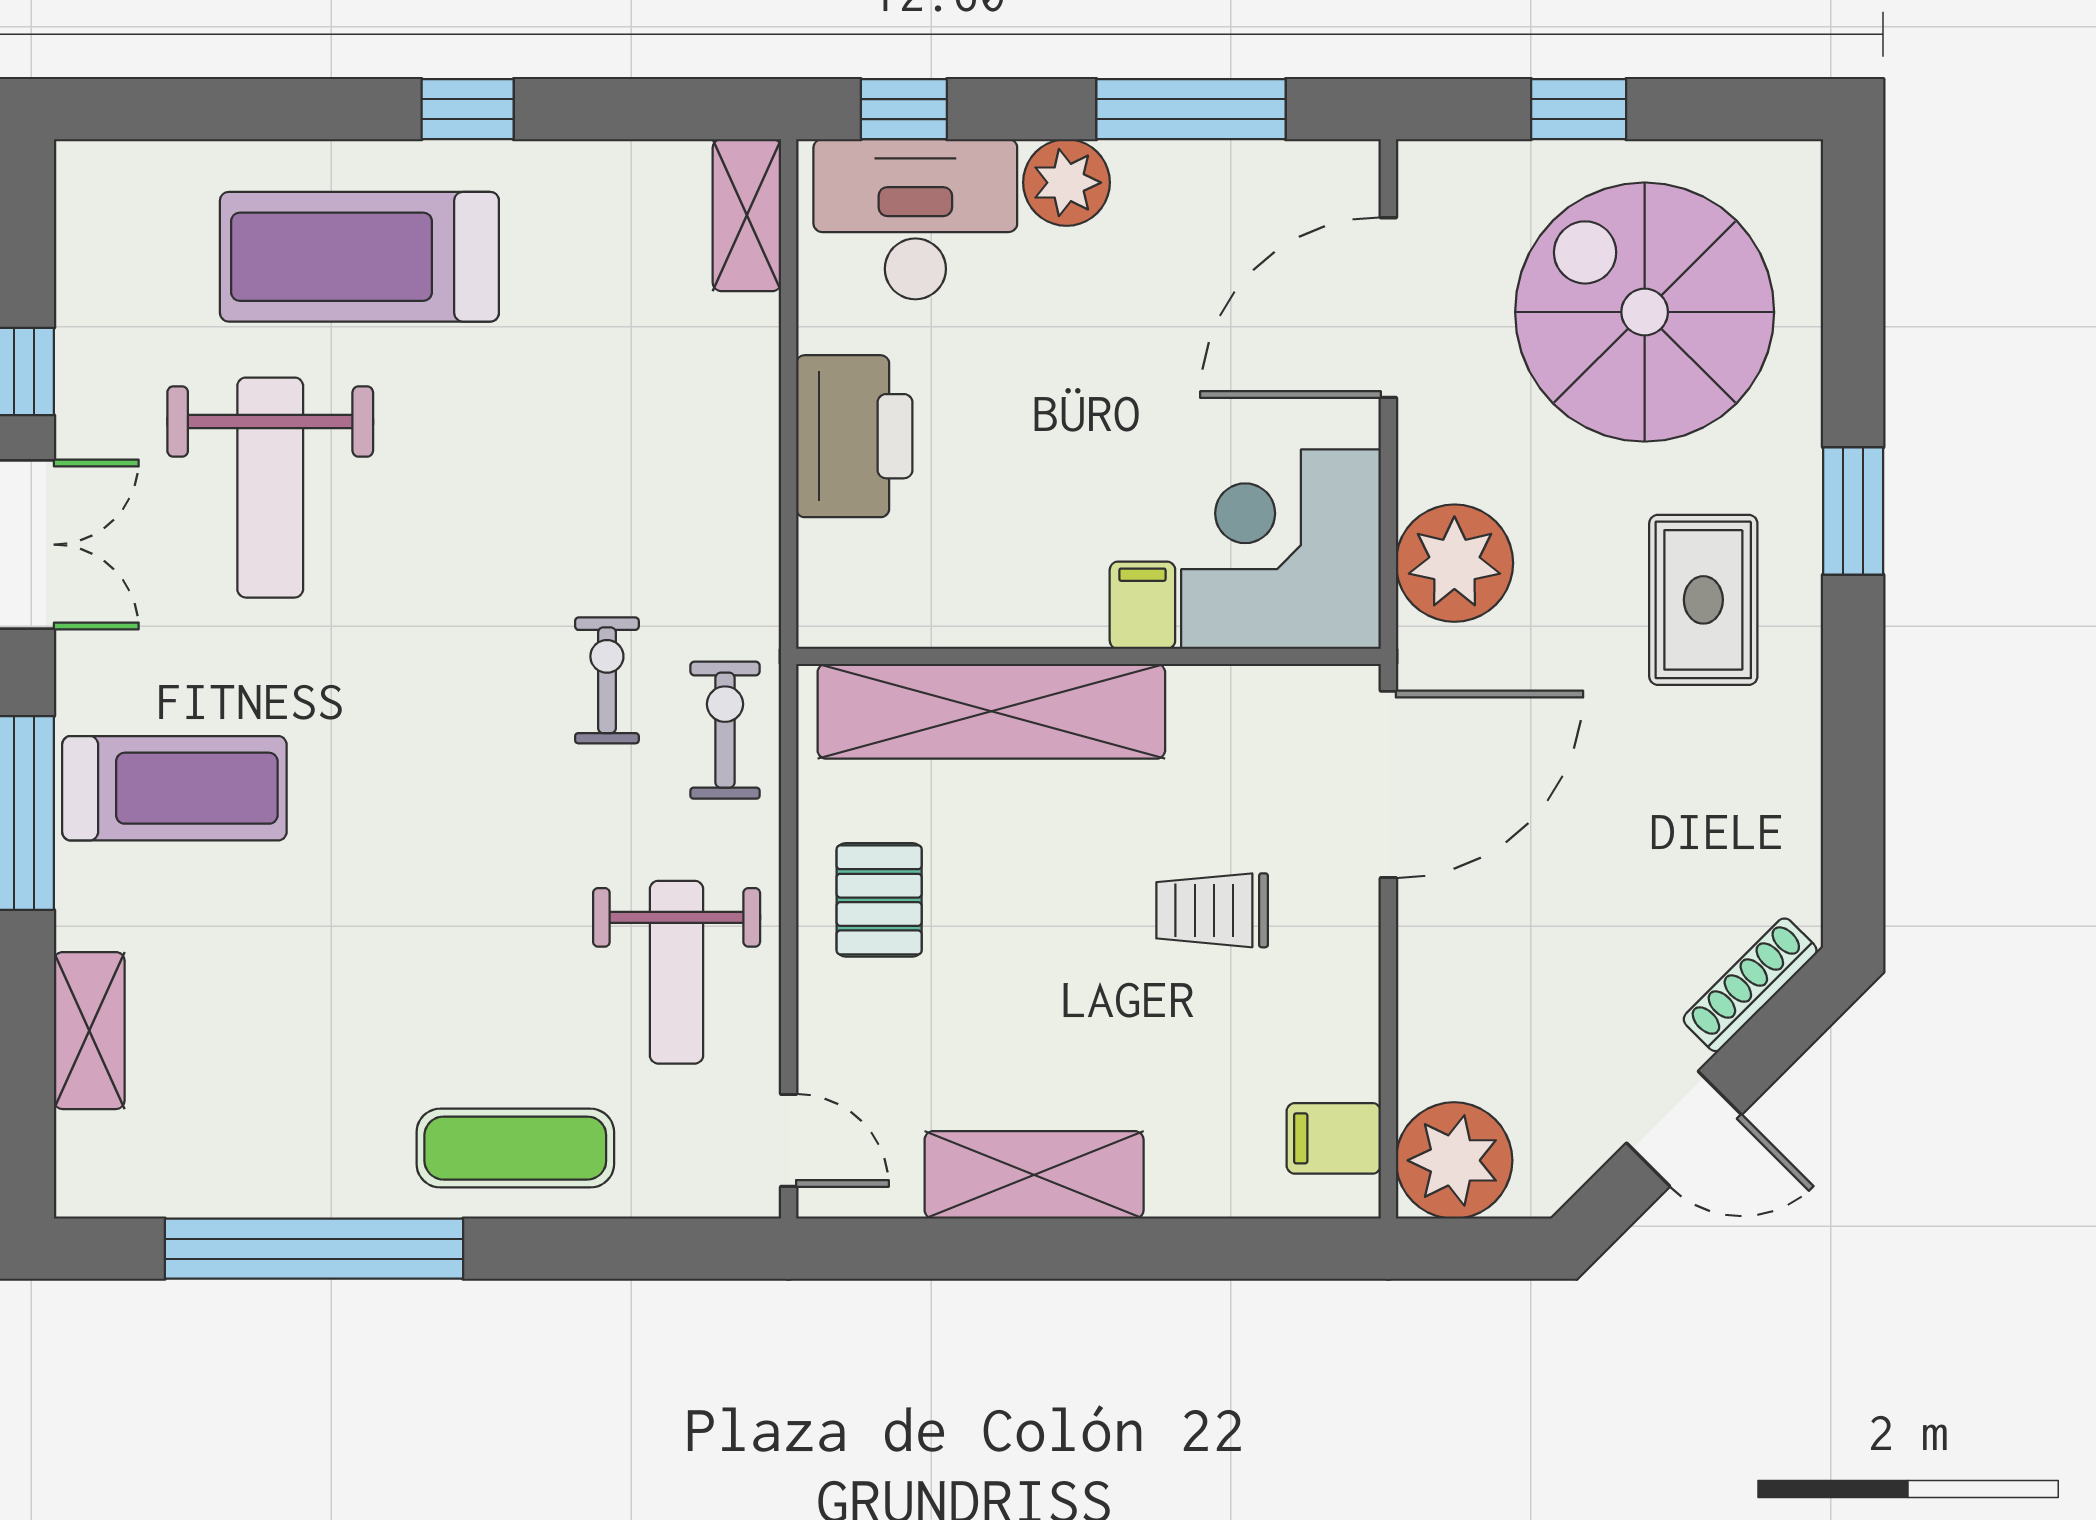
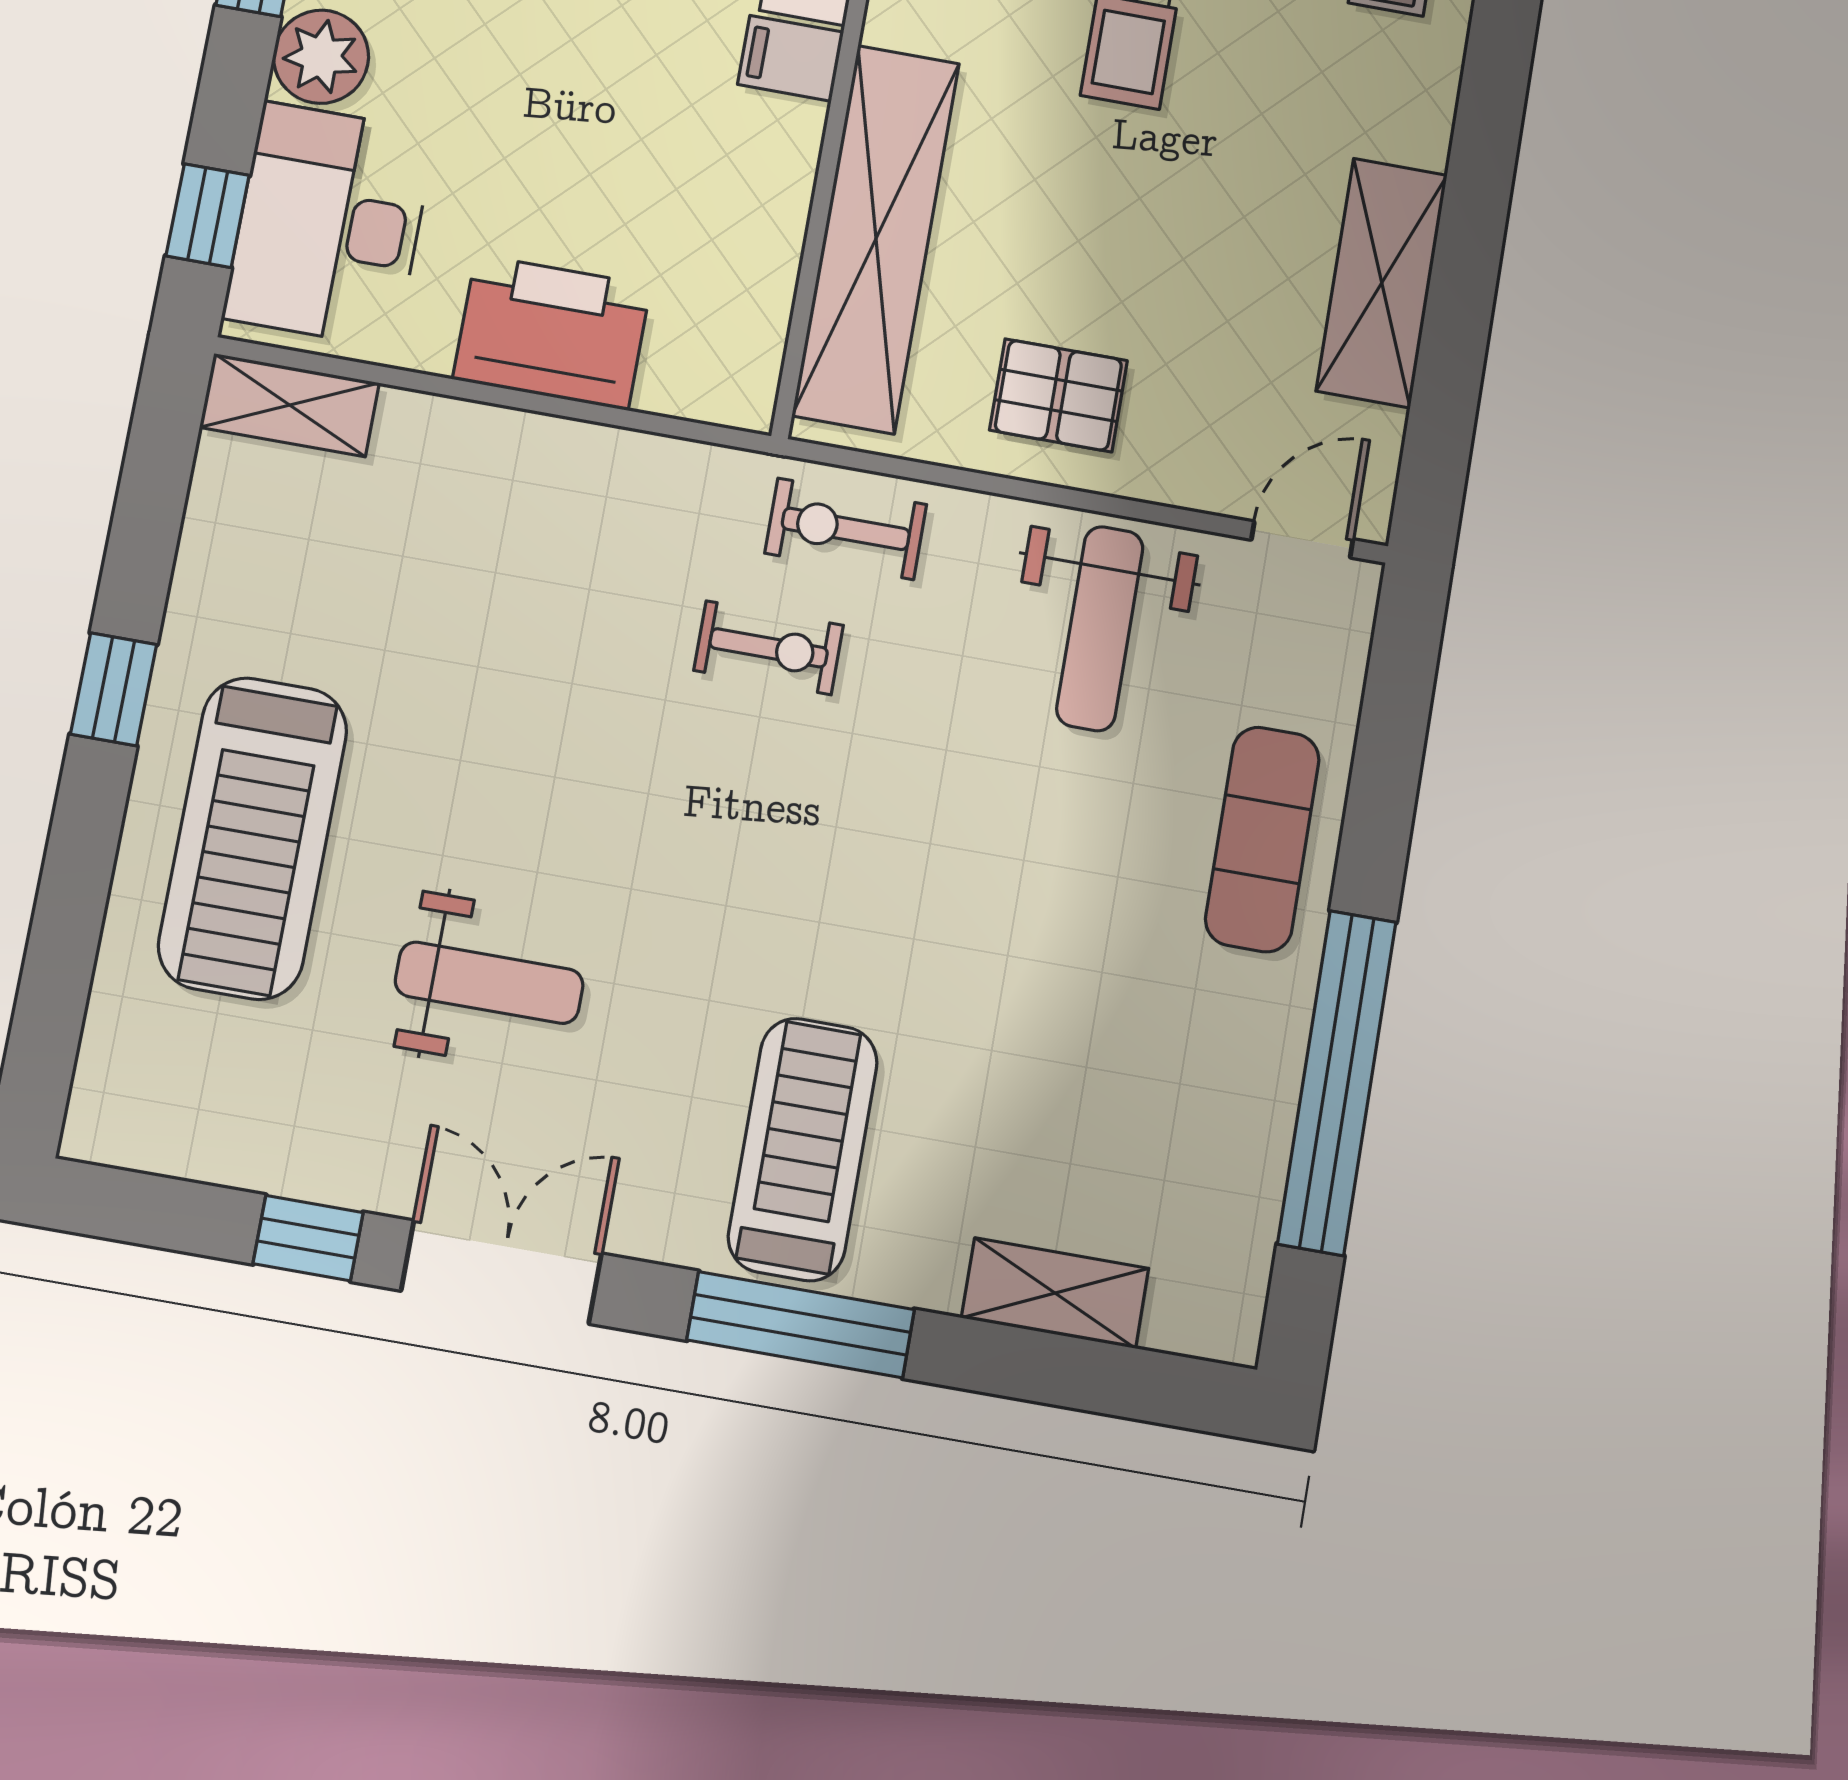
weight bench: (270, 488) -> (489, 983), width x0.73, depth x0.75
exercise bike: (607, 680) -> (769, 648), turned 180
weight bench: (677, 972) -> (1100, 629), turned 90

